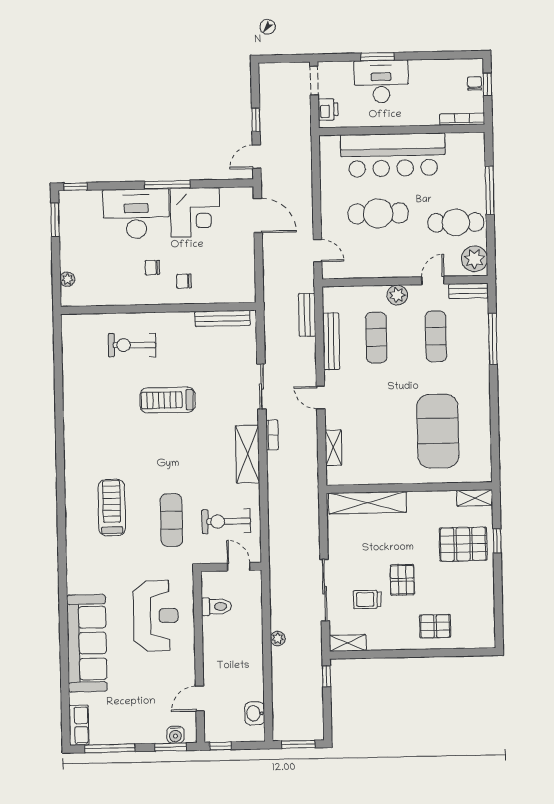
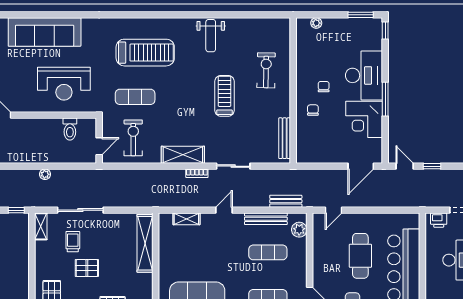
plant: (397, 295) -> (299, 230), moved
weight bench: (87, 420) -> (211, 36), added
treadmill: (112, 508) -> (145, 53), width x1.37, depth x1.38

